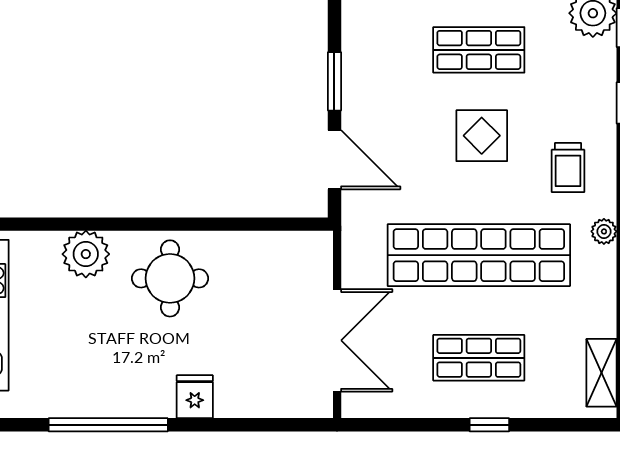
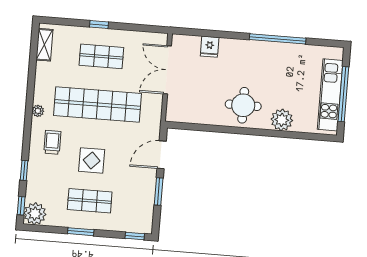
door: (334, 160) -> (162, 155), hinge flipped
fridge: (195, 397) -> (210, 47), moved

